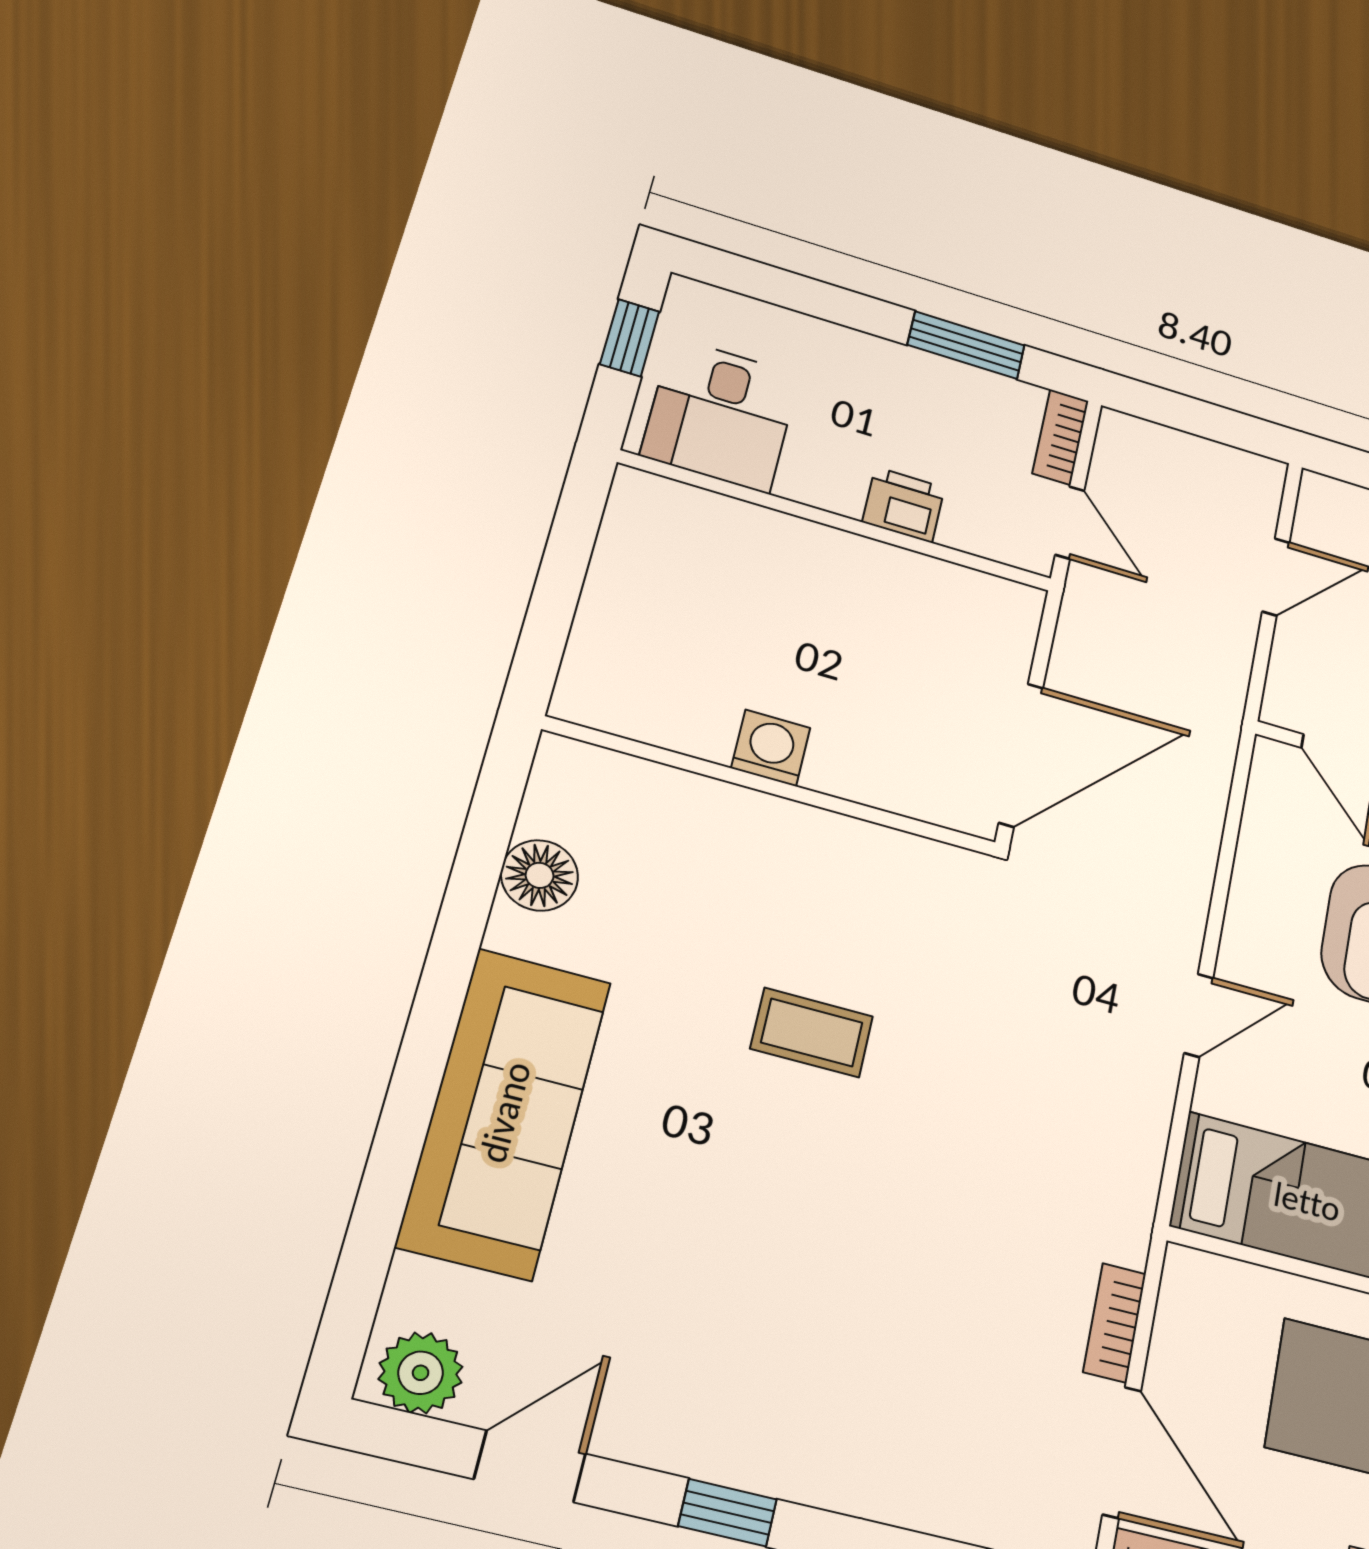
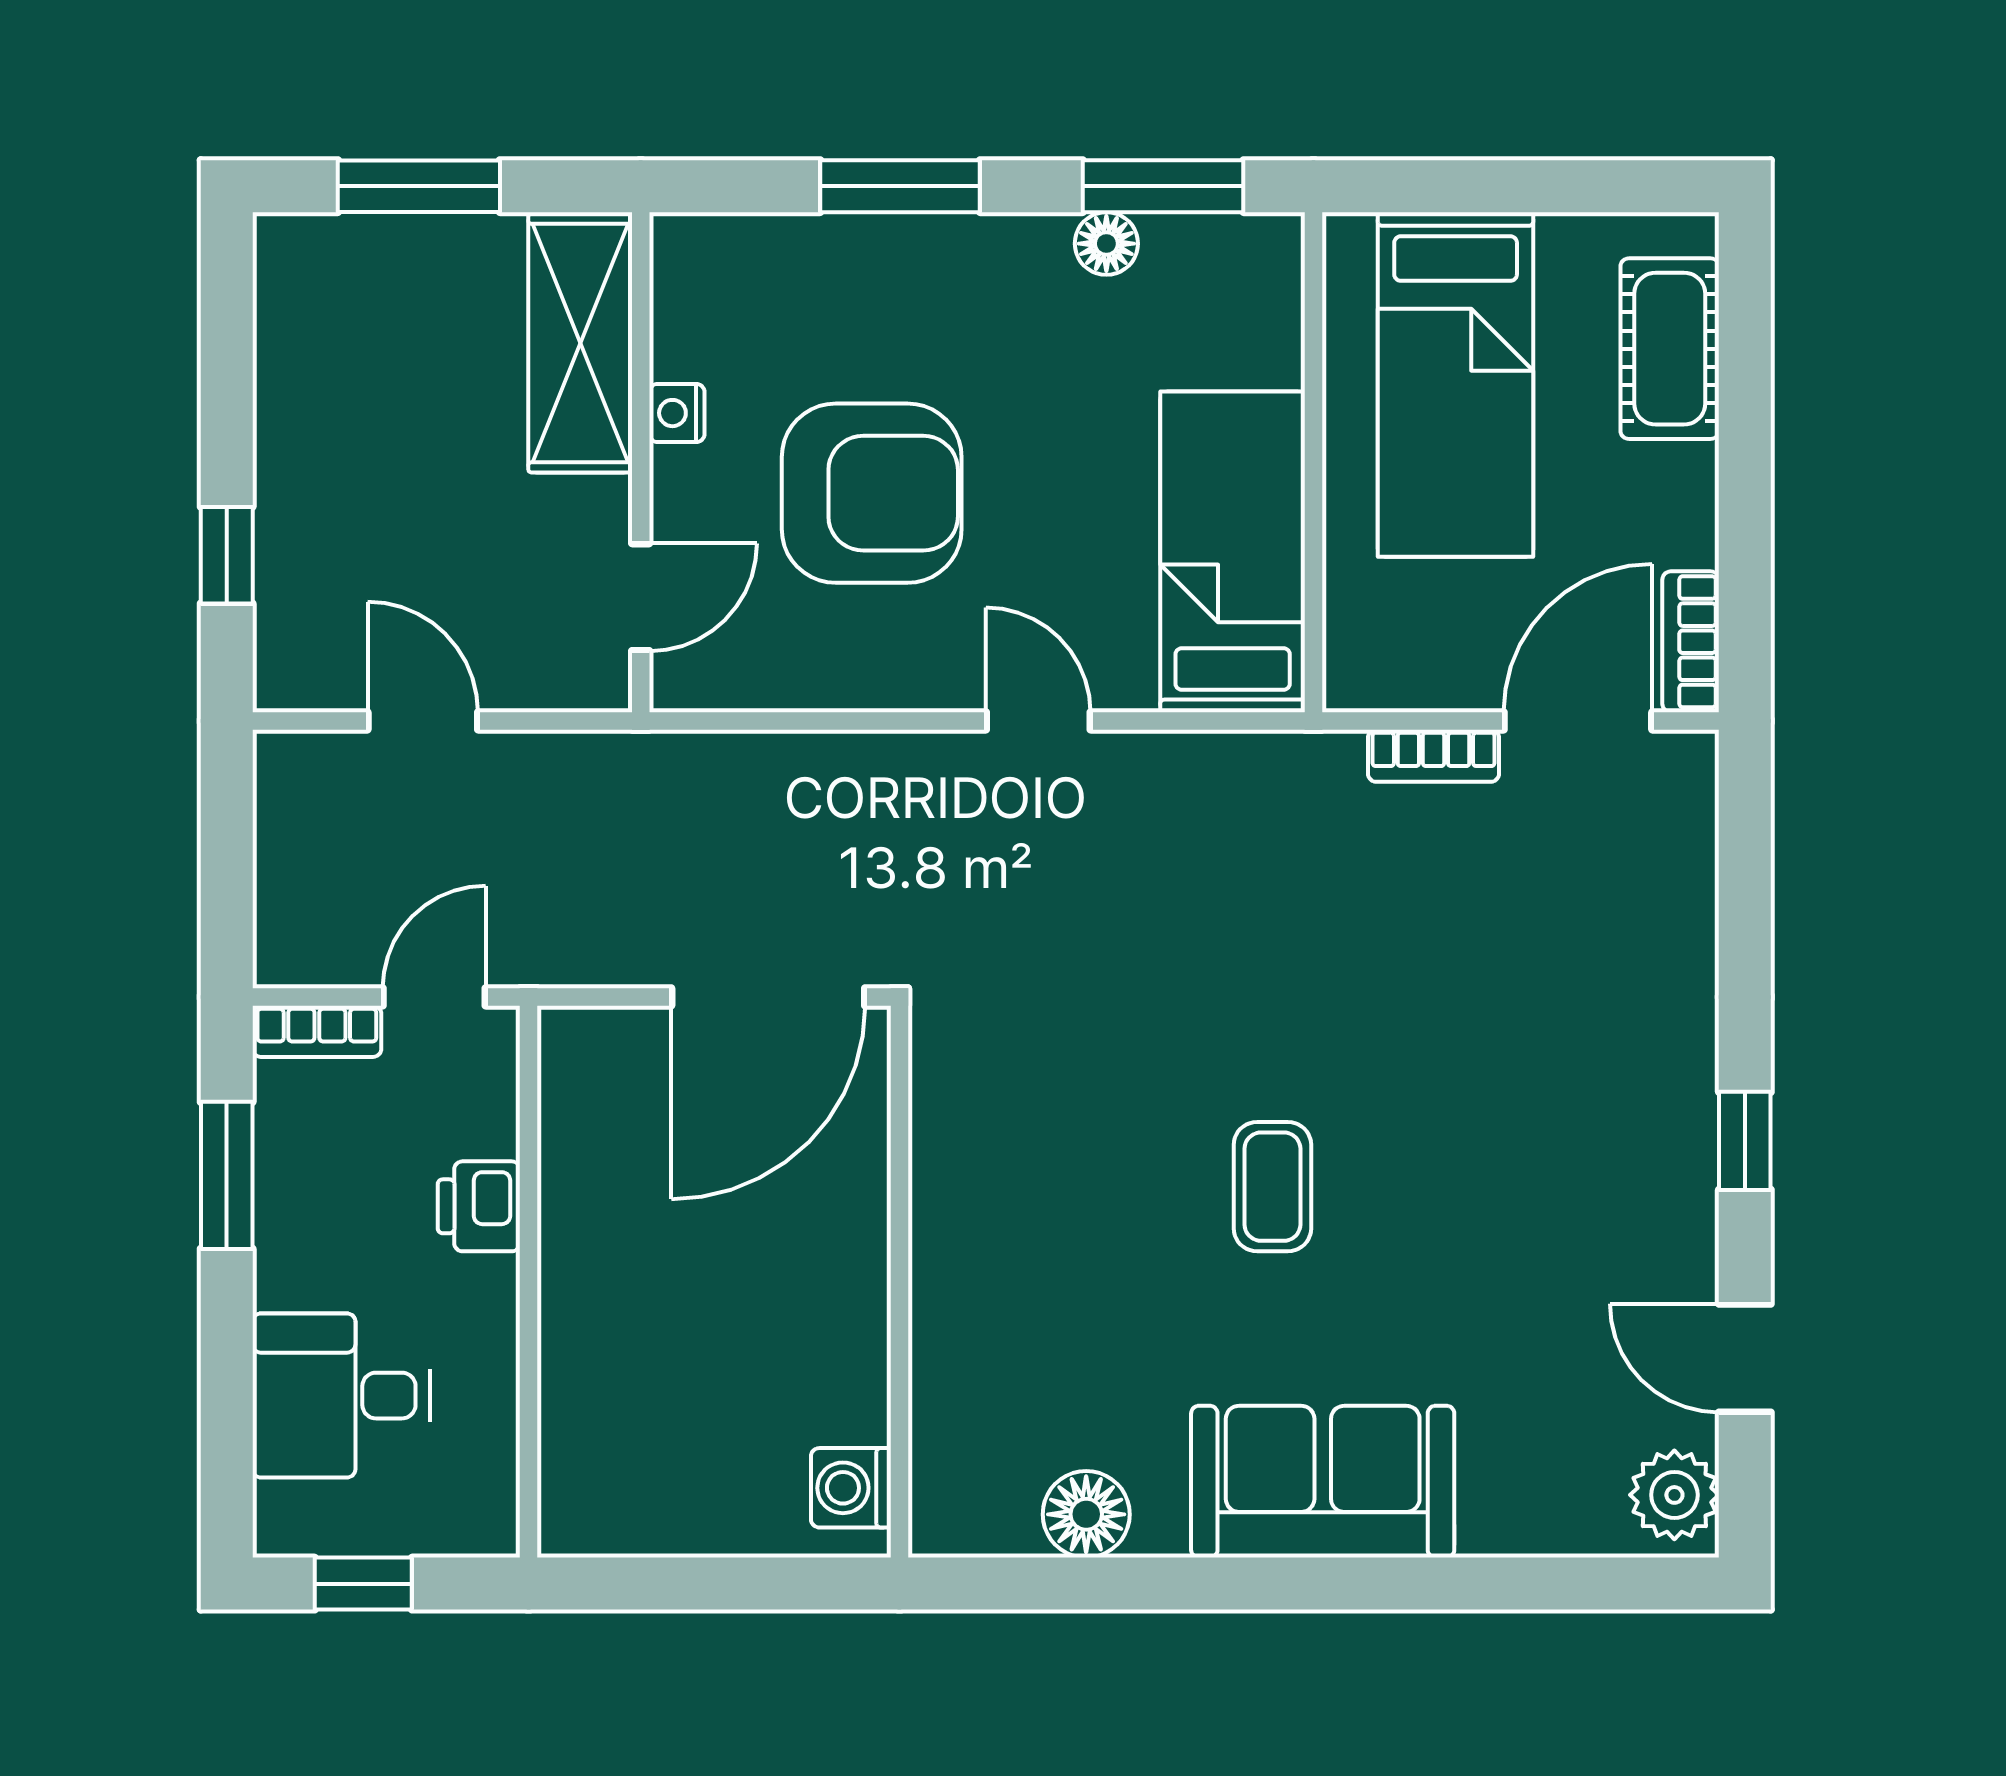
desk: (720, 415) -> (341, 1396), moved, turned 180
washing machine: (771, 748) -> (851, 1488), moved
door: (1021, 755) -> (768, 997), swing flipped
coffee table: (812, 1032) -> (1272, 1187), moved
sofa: (505, 1112) -> (1323, 1482), width x0.73

